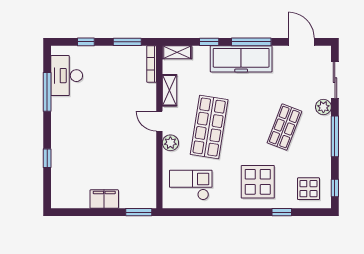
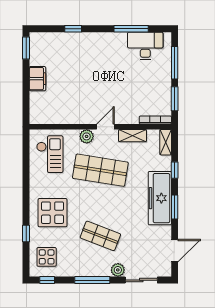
window: (86, 42) -> (175, 63), width x2.17
window: (251, 42) -> (175, 207), width x0.69
window: (139, 212) -> (26, 48), moved

